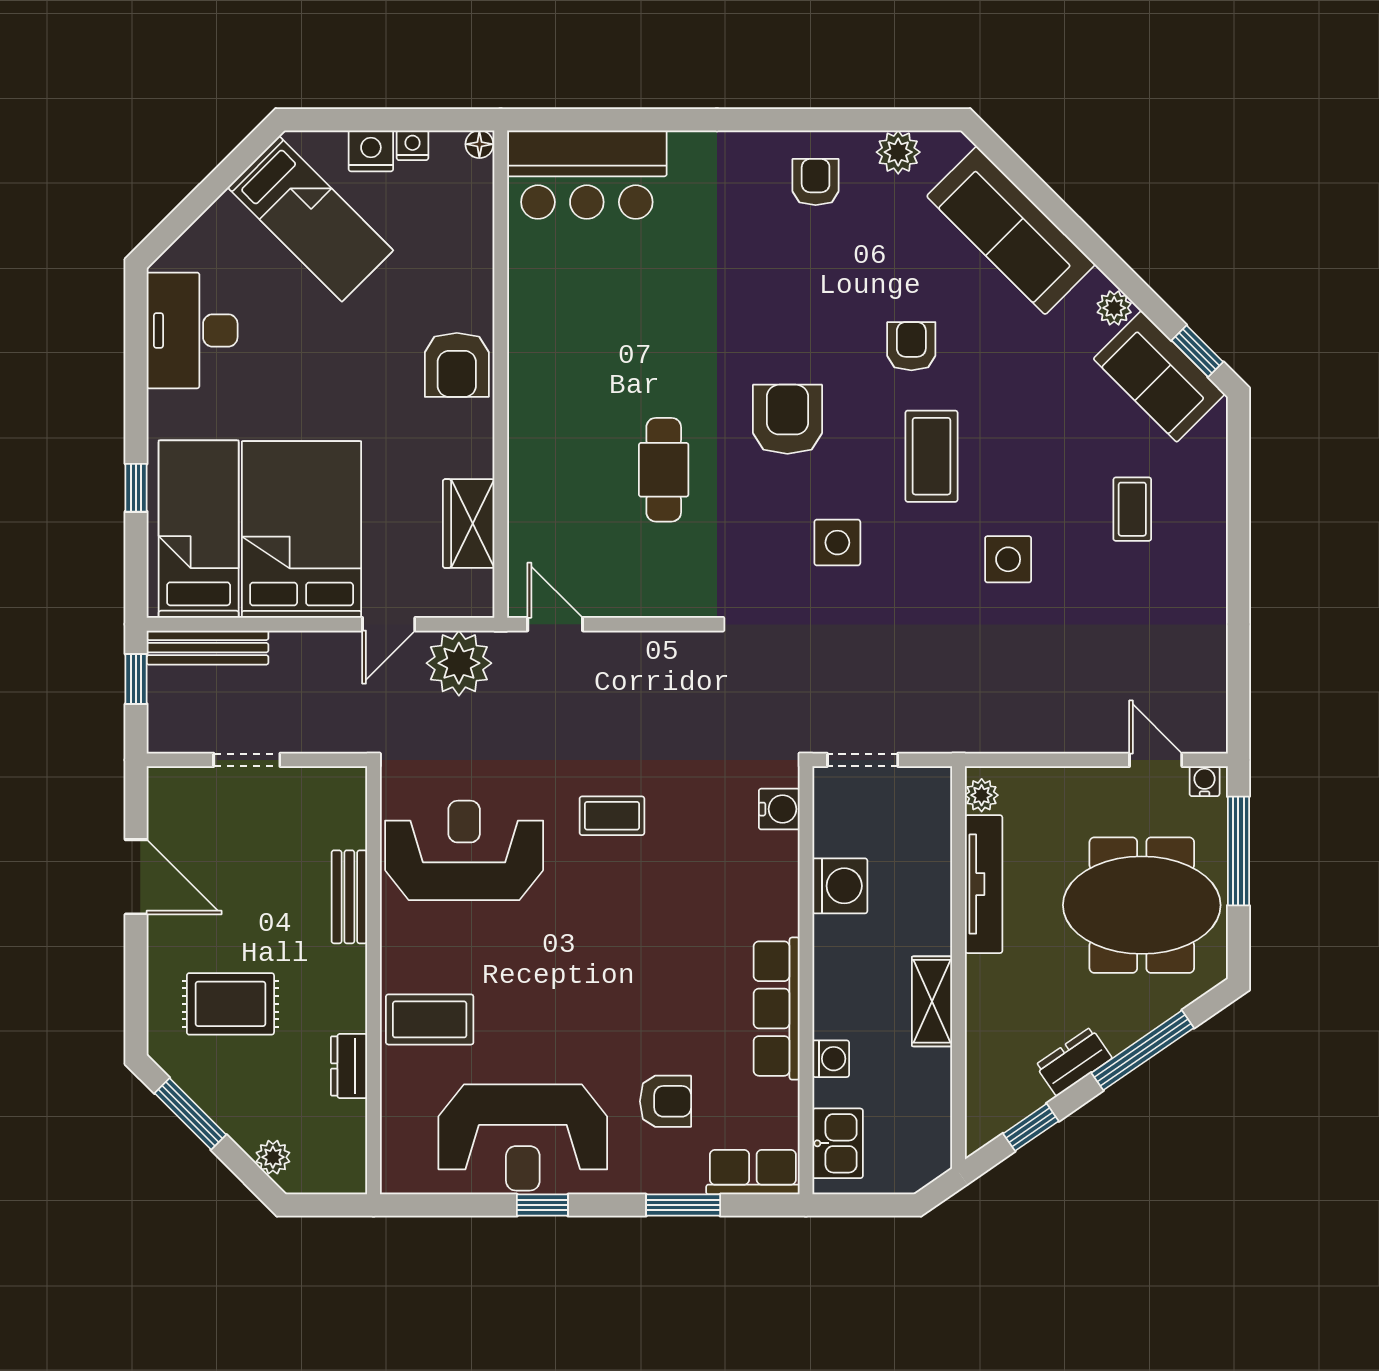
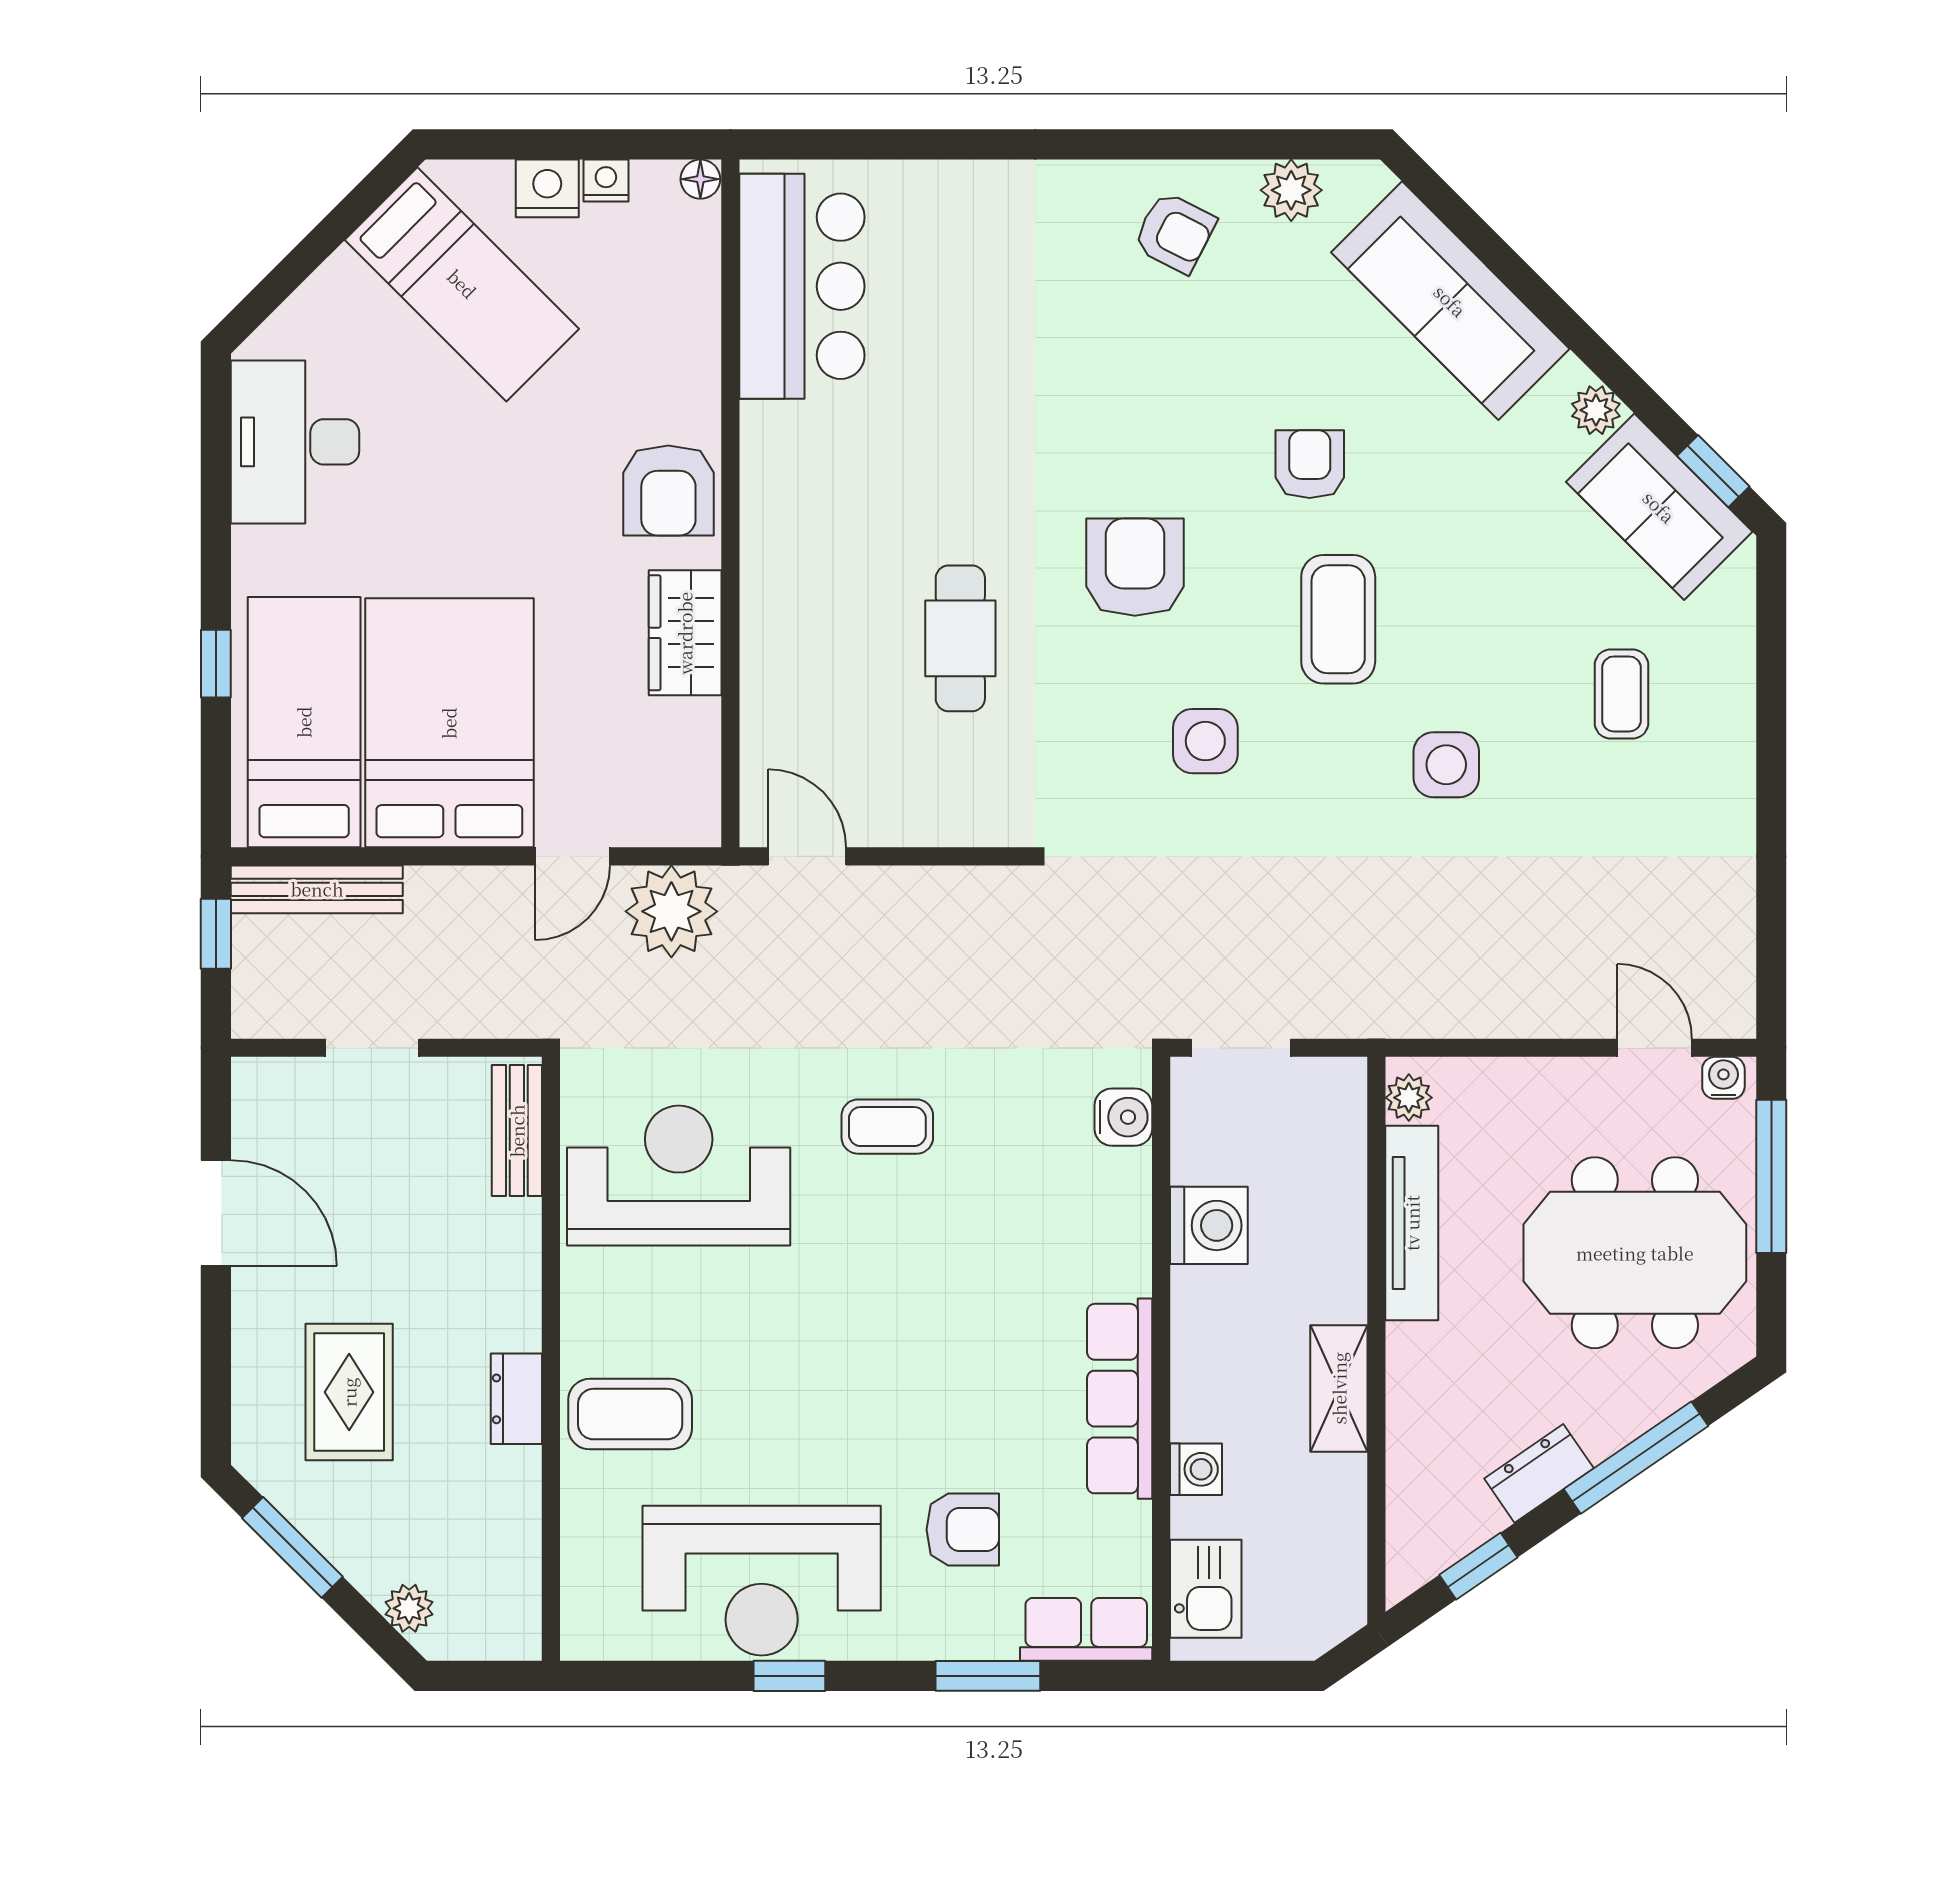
bar counter: (587, 175) -> (802, 286), moved, turned -90
armchair: (816, 182) -> (1175, 233), turned 117
wardrobe: (469, 524) -> (685, 633), moved
bench: (349, 897) -> (517, 1131), moved
rug: (230, 1004) -> (349, 1392), turned 90
dresser: (349, 1066) -> (516, 1399), moved

